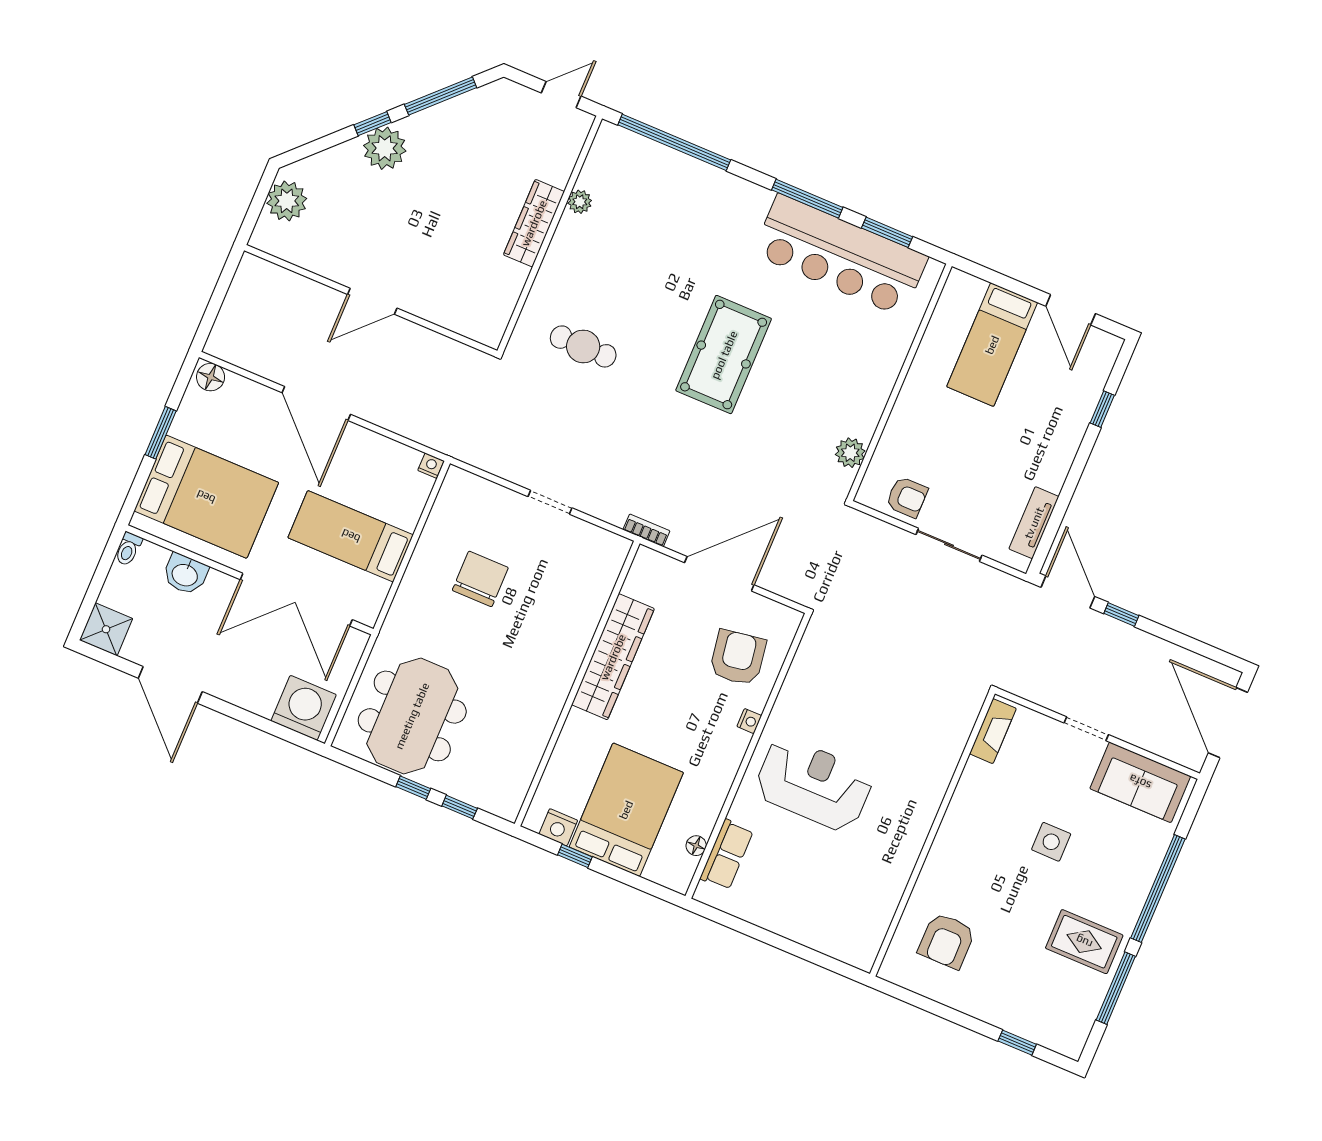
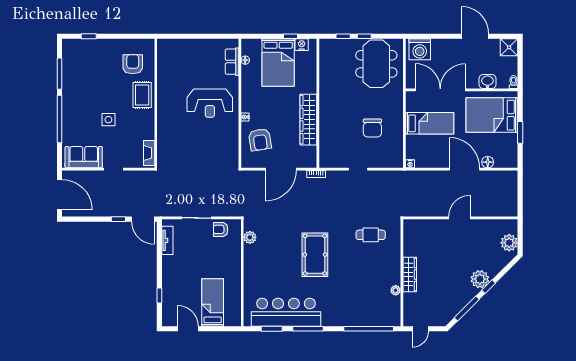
floor lamp: (211, 377) -> (488, 162), moved
rug: (1084, 942) -> (142, 95), moved, turned 90

